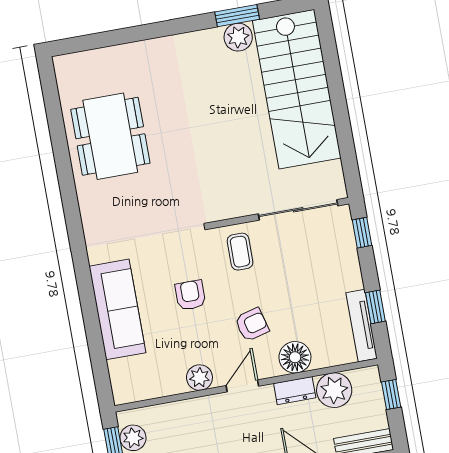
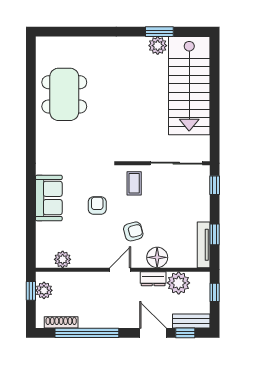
sofa: (117, 309) -> (49, 198), width x0.73
plant: (199, 378) -> (63, 259), moved

